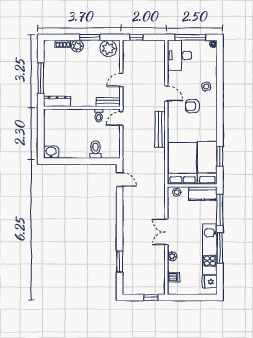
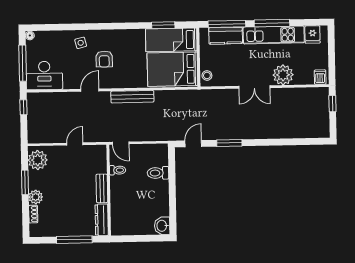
window: (136, 37) -> (23, 107), moved
door: (121, 80) -> (75, 144), swing flipped
bench: (108, 102) -> (102, 188), moved
kitchen counter: (203, 194) -> (226, 36), moved, turned 90
plant: (172, 256) -> (283, 75), width x1.88, depth x1.88
window: (120, 261) -> (229, 143), moved
dishwasher: (174, 277) -> (320, 77), moved

